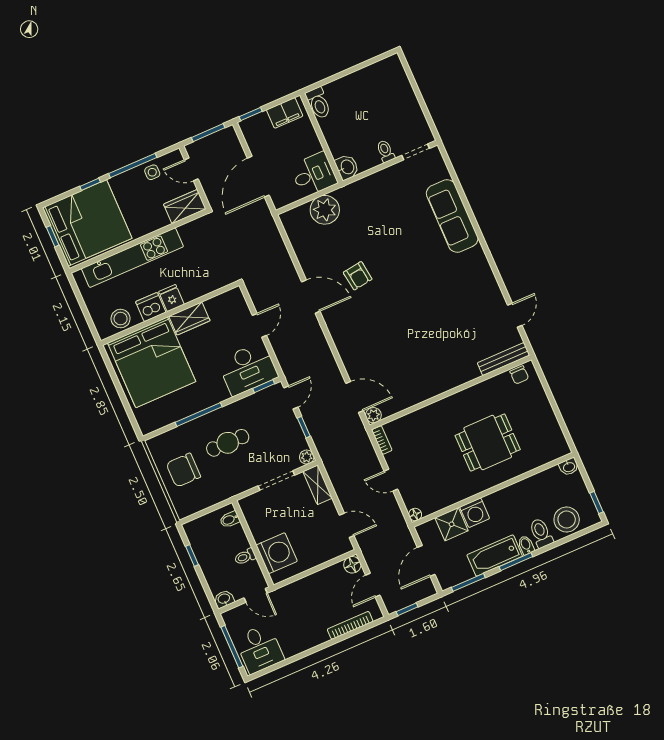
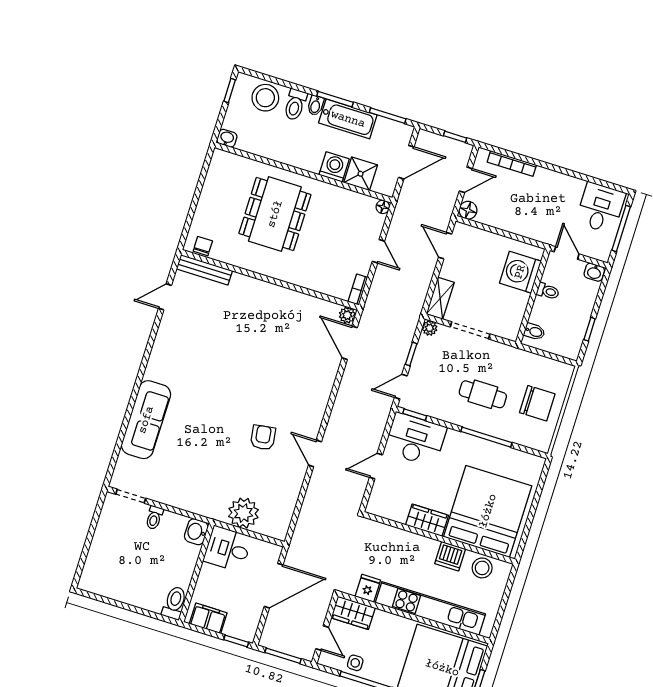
door: (311, 297) -> (315, 453), width x0.73
fridge: (171, 298) -> (368, 588), moved, turned 180
dining table: (488, 443) -> (275, 214), width x1.37

